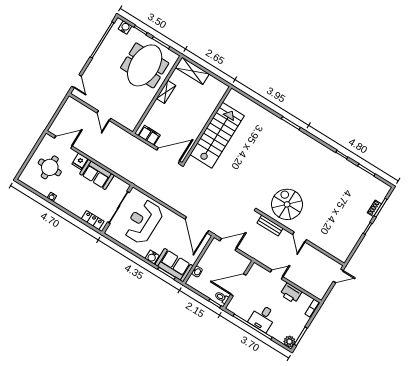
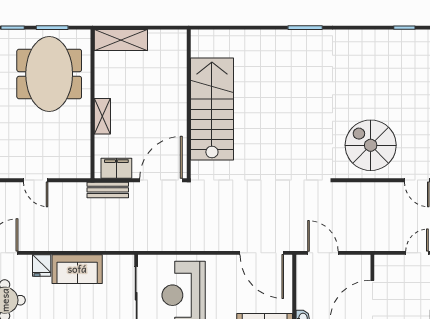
shelving: (166, 92) -> (102, 116), moved
bench: (270, 226) -> (108, 190), moved
door: (228, 244) -> (323, 253), hinge flipped

